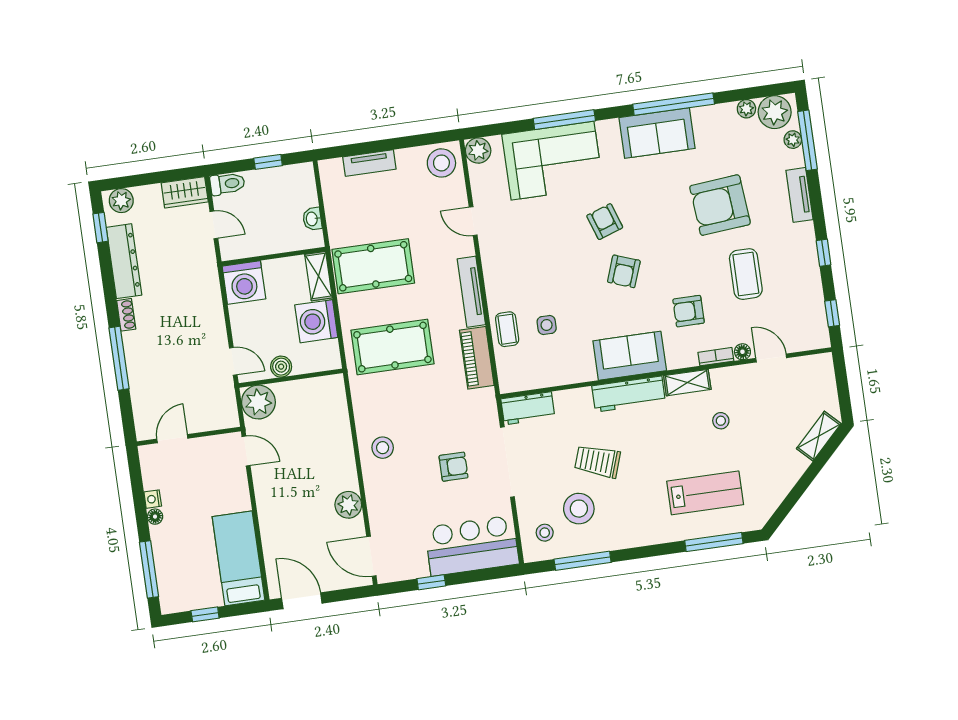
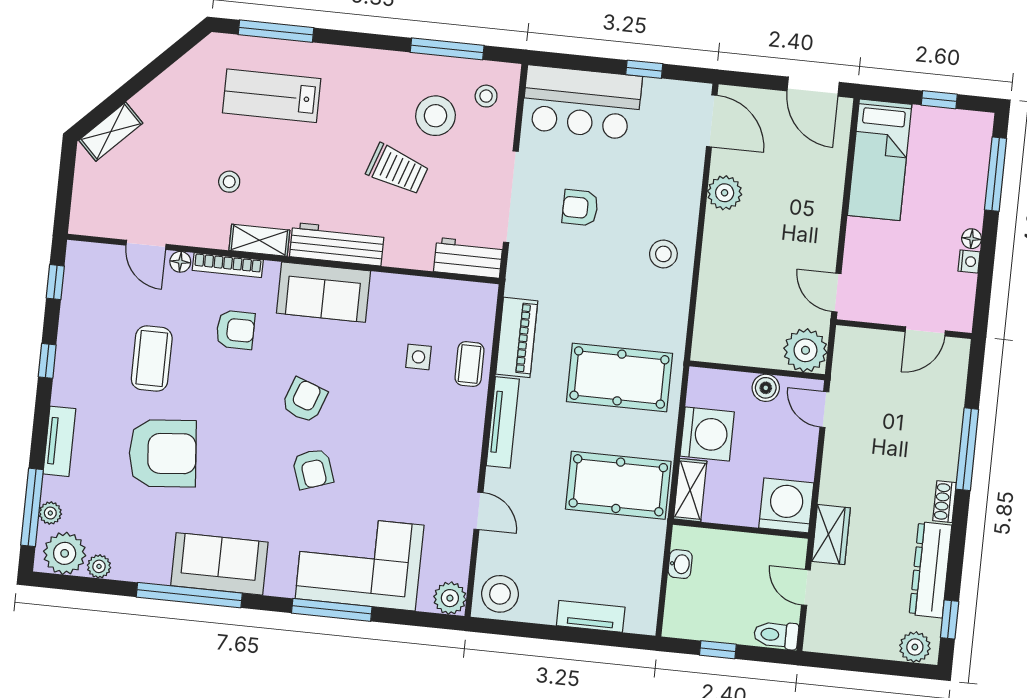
wardrobe: (185, 192) -> (831, 535), moved, turned 90
bookcase: (716, 357) -> (228, 265), width x1.56

